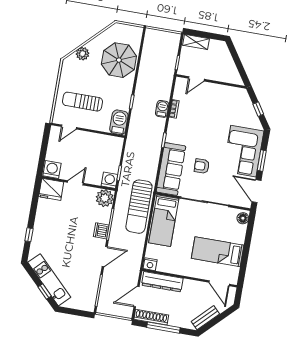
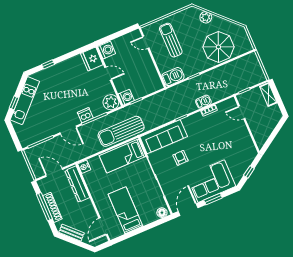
shoe rack: (151, 317) -> (52, 207), moved

